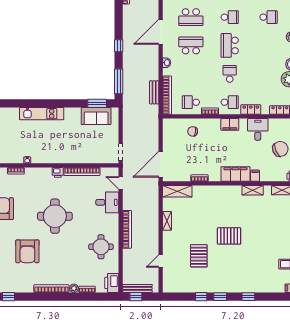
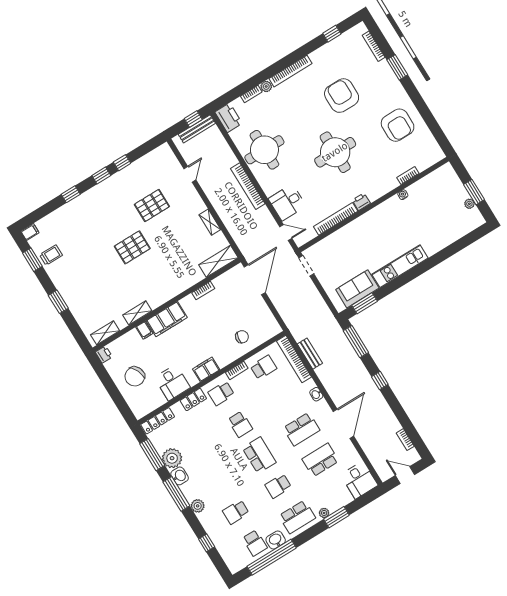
kitchen unit: (42, 114) -> (400, 266), moved
round table: (101, 247) -> (264, 150), width x1.36, depth x1.36
pallet: (199, 256) -> (152, 205), turned 90

